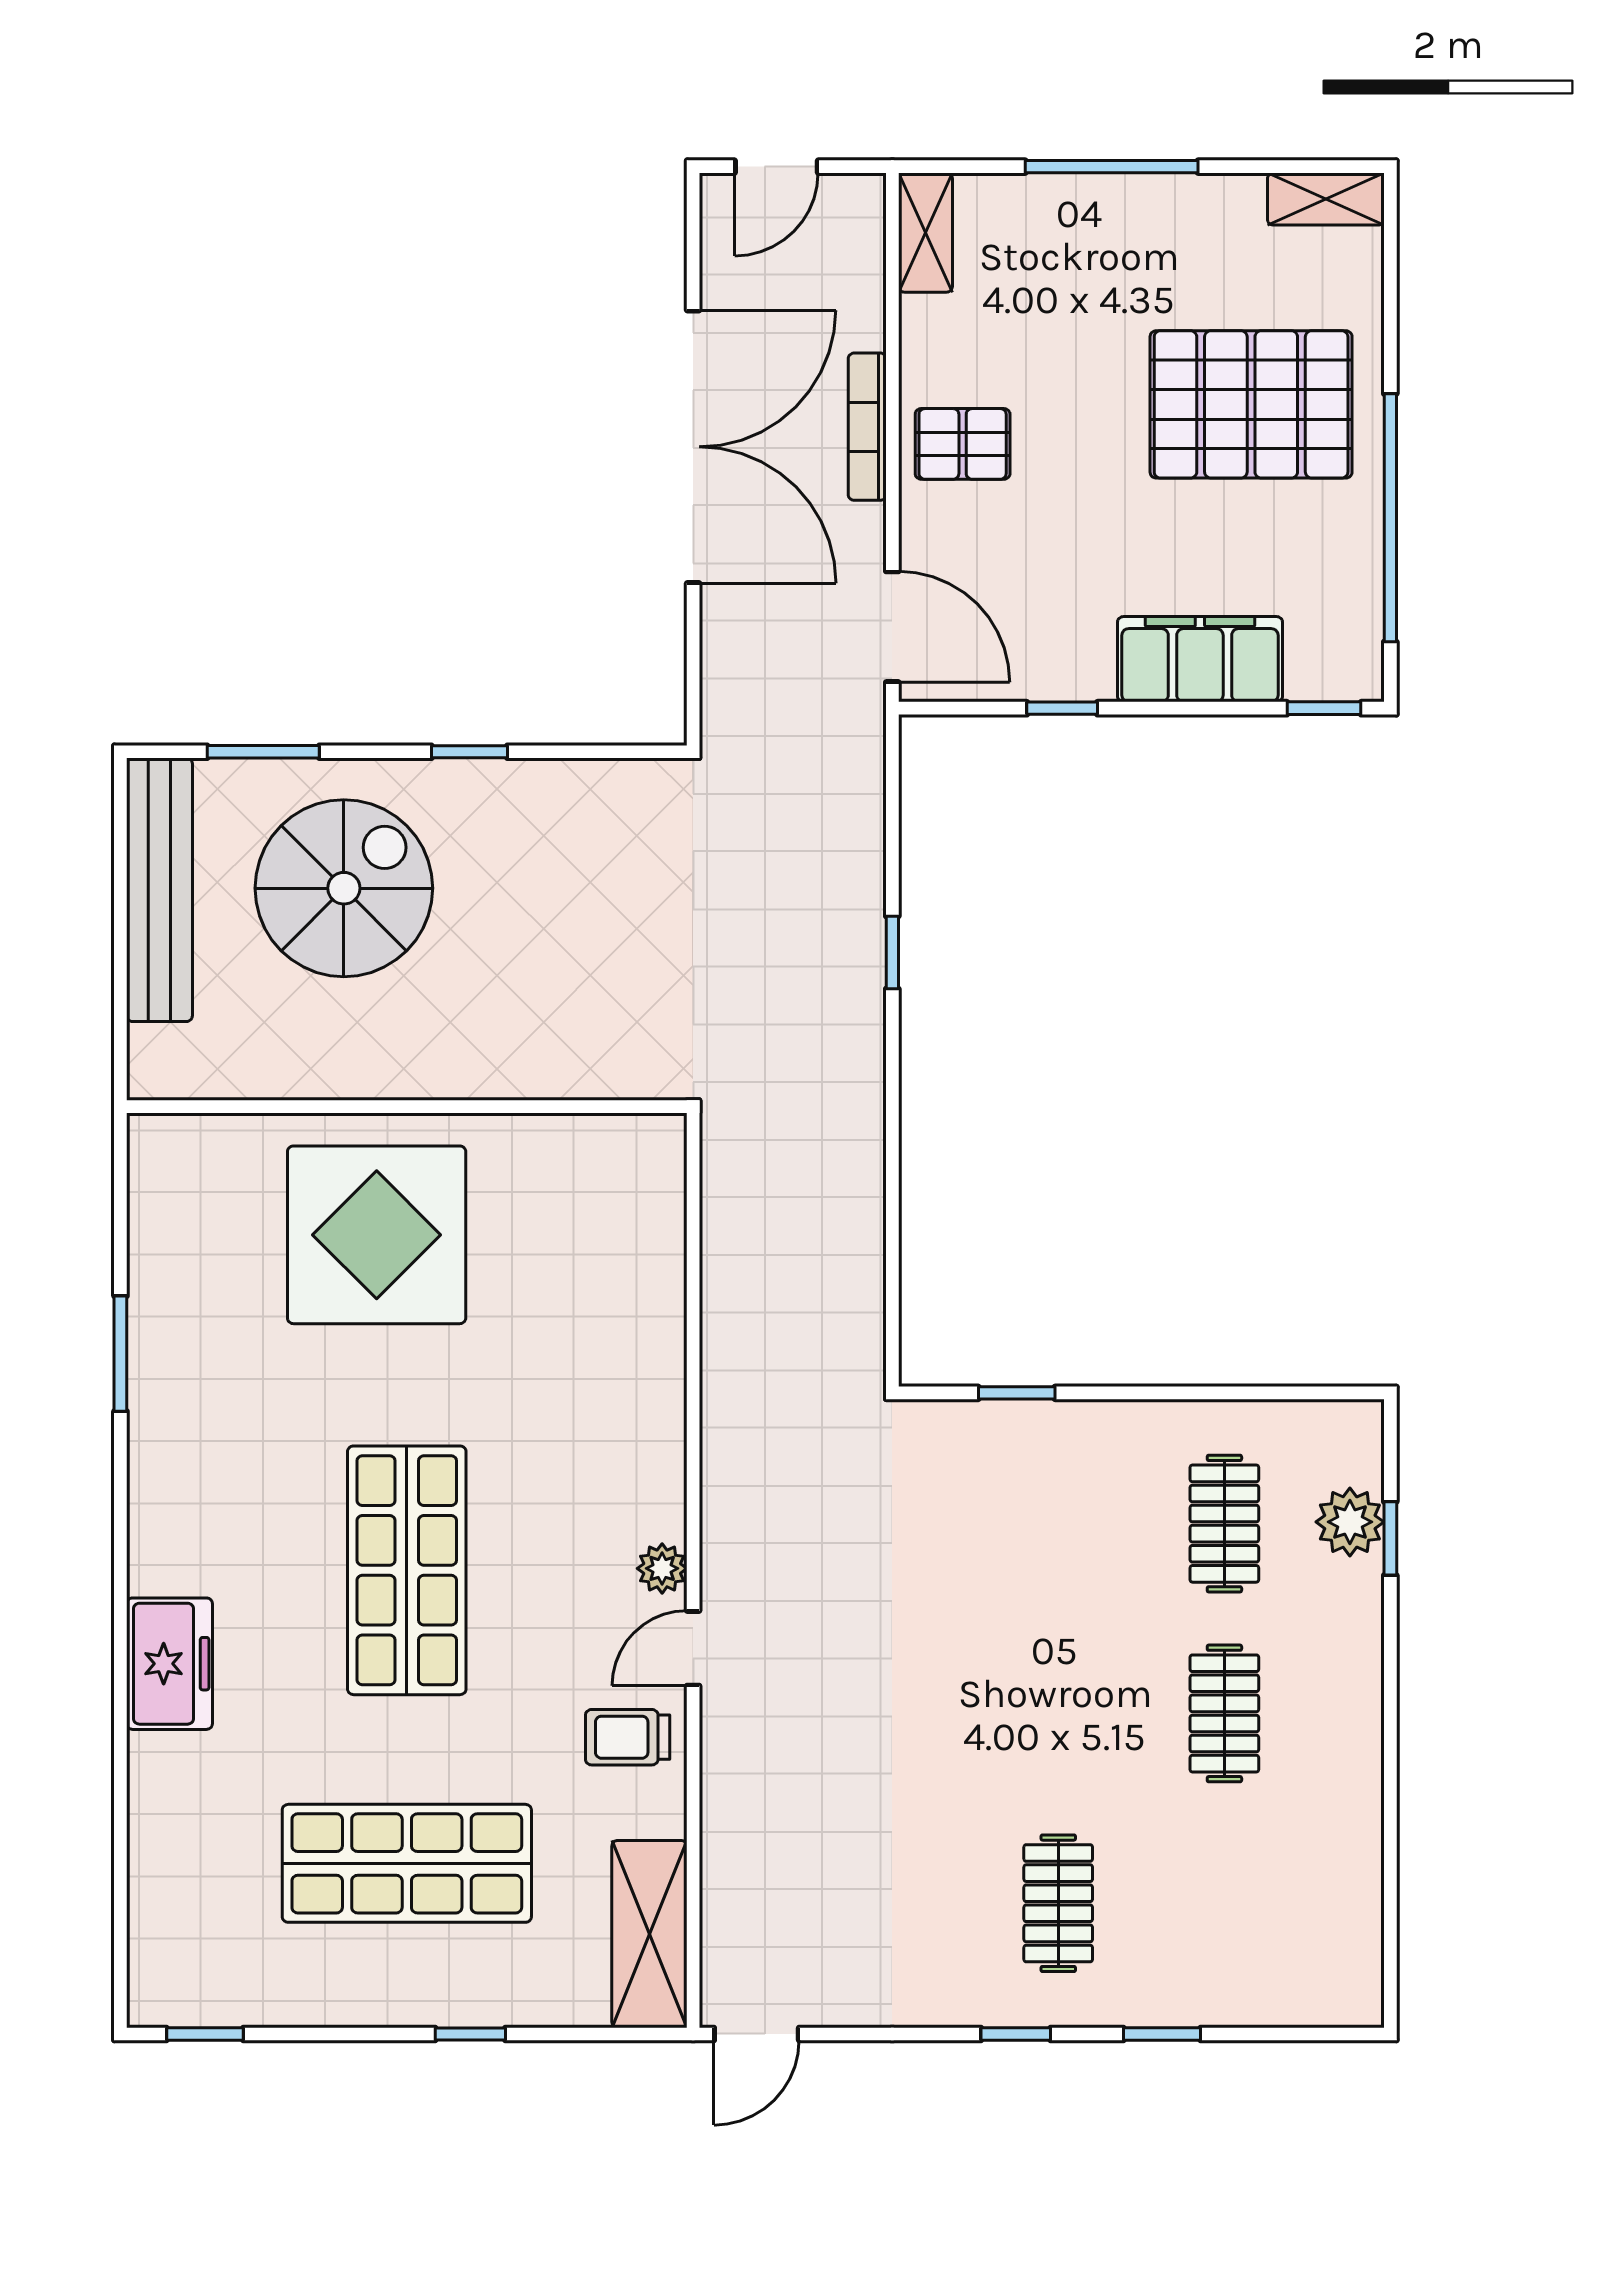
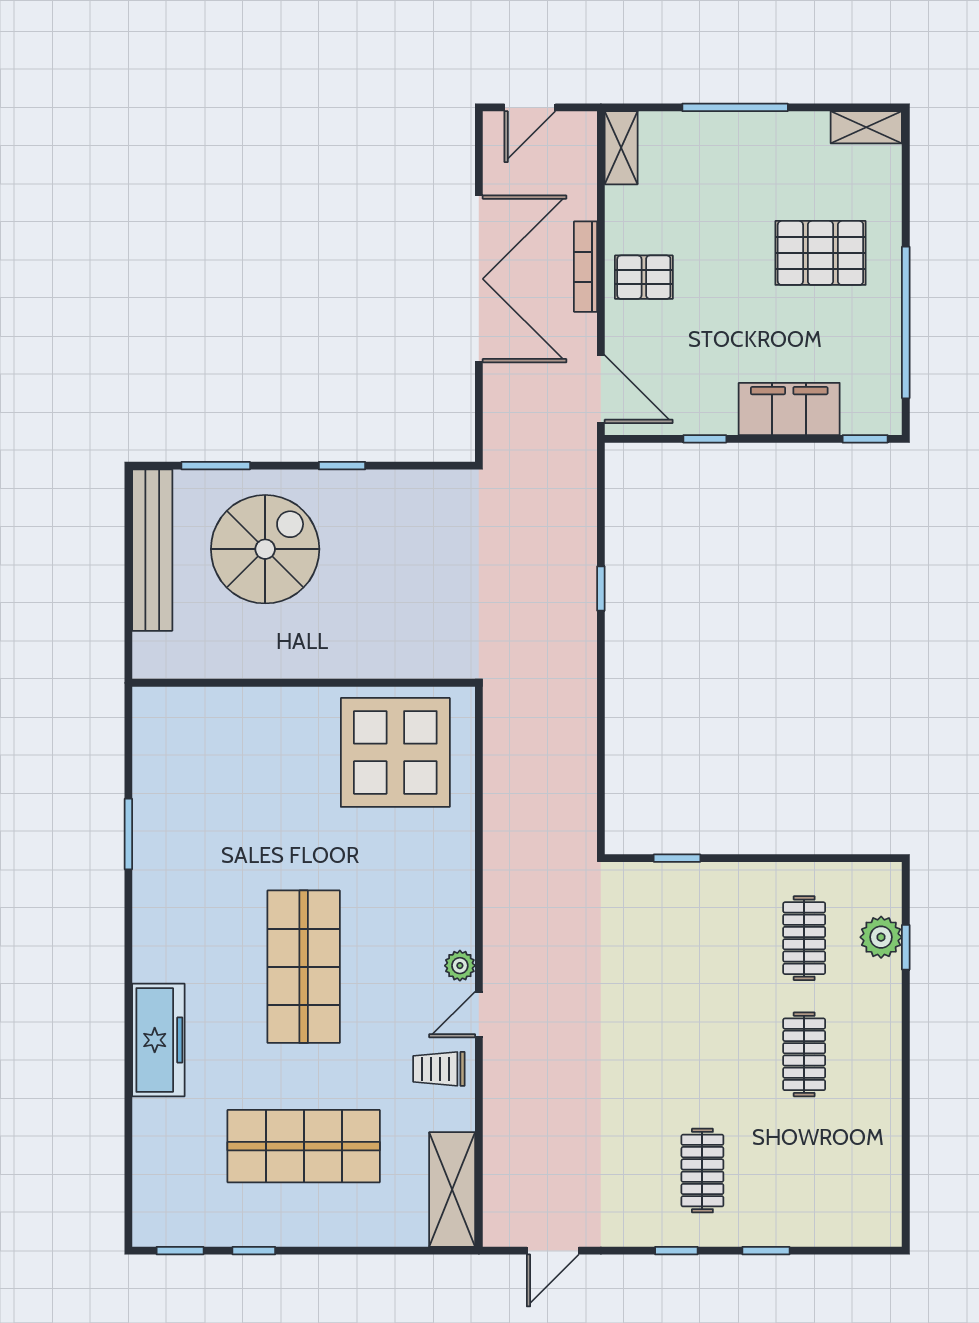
pallet: (1251, 404) -> (820, 253), width x0.73, depth x0.71
display table: (377, 1235) -> (395, 752), moved
freezer: (169, 1664) -> (158, 1040), width x1.40
window: (470, 2034) -> (254, 1251), moved
door: (756, 2034) -> (553, 1251), moved

